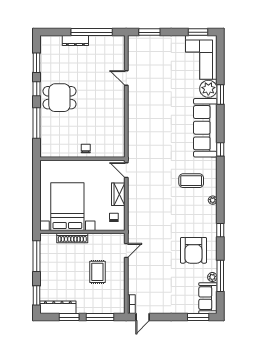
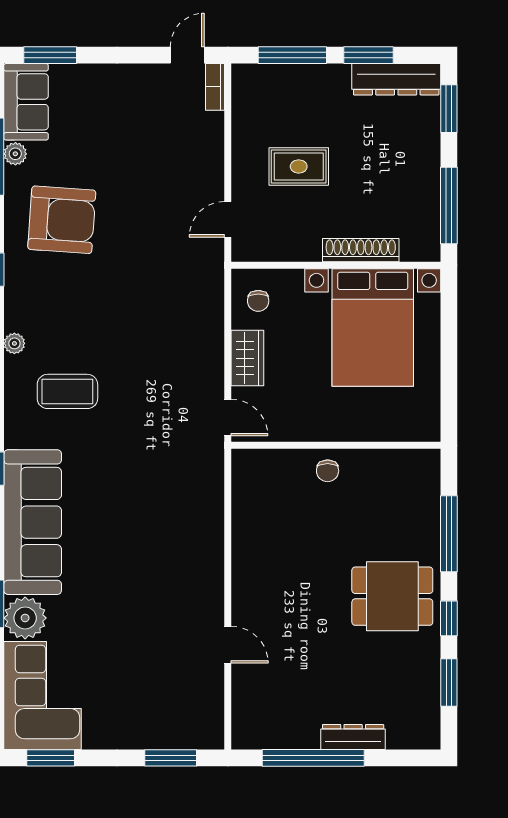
armchair: (193, 250) -> (62, 220), turned 94
rug: (97, 272) -> (299, 166), turned 90

